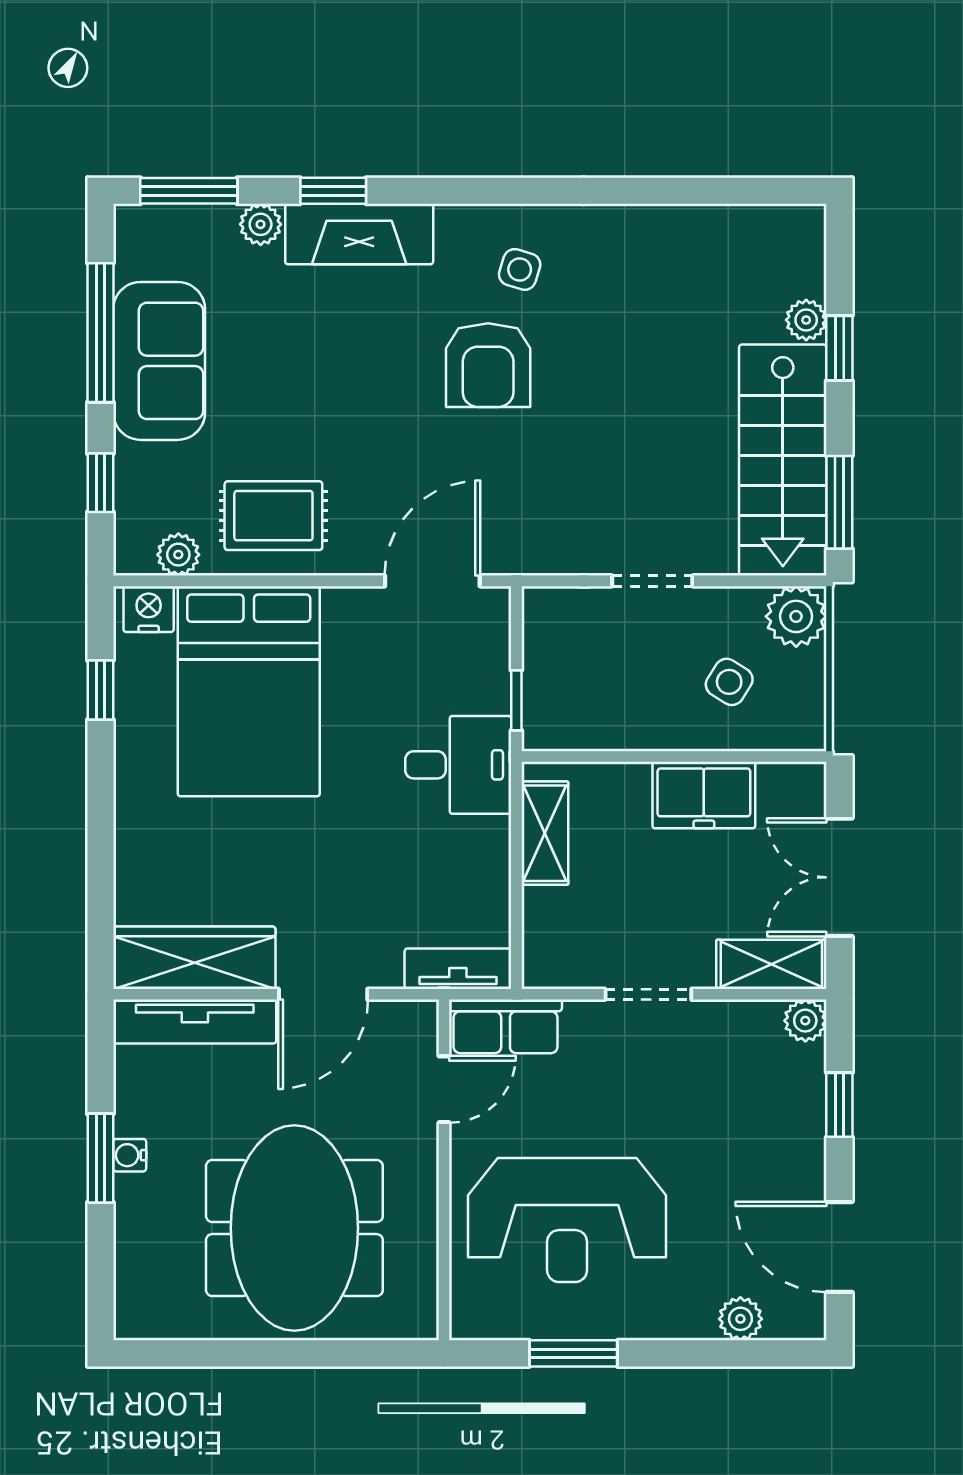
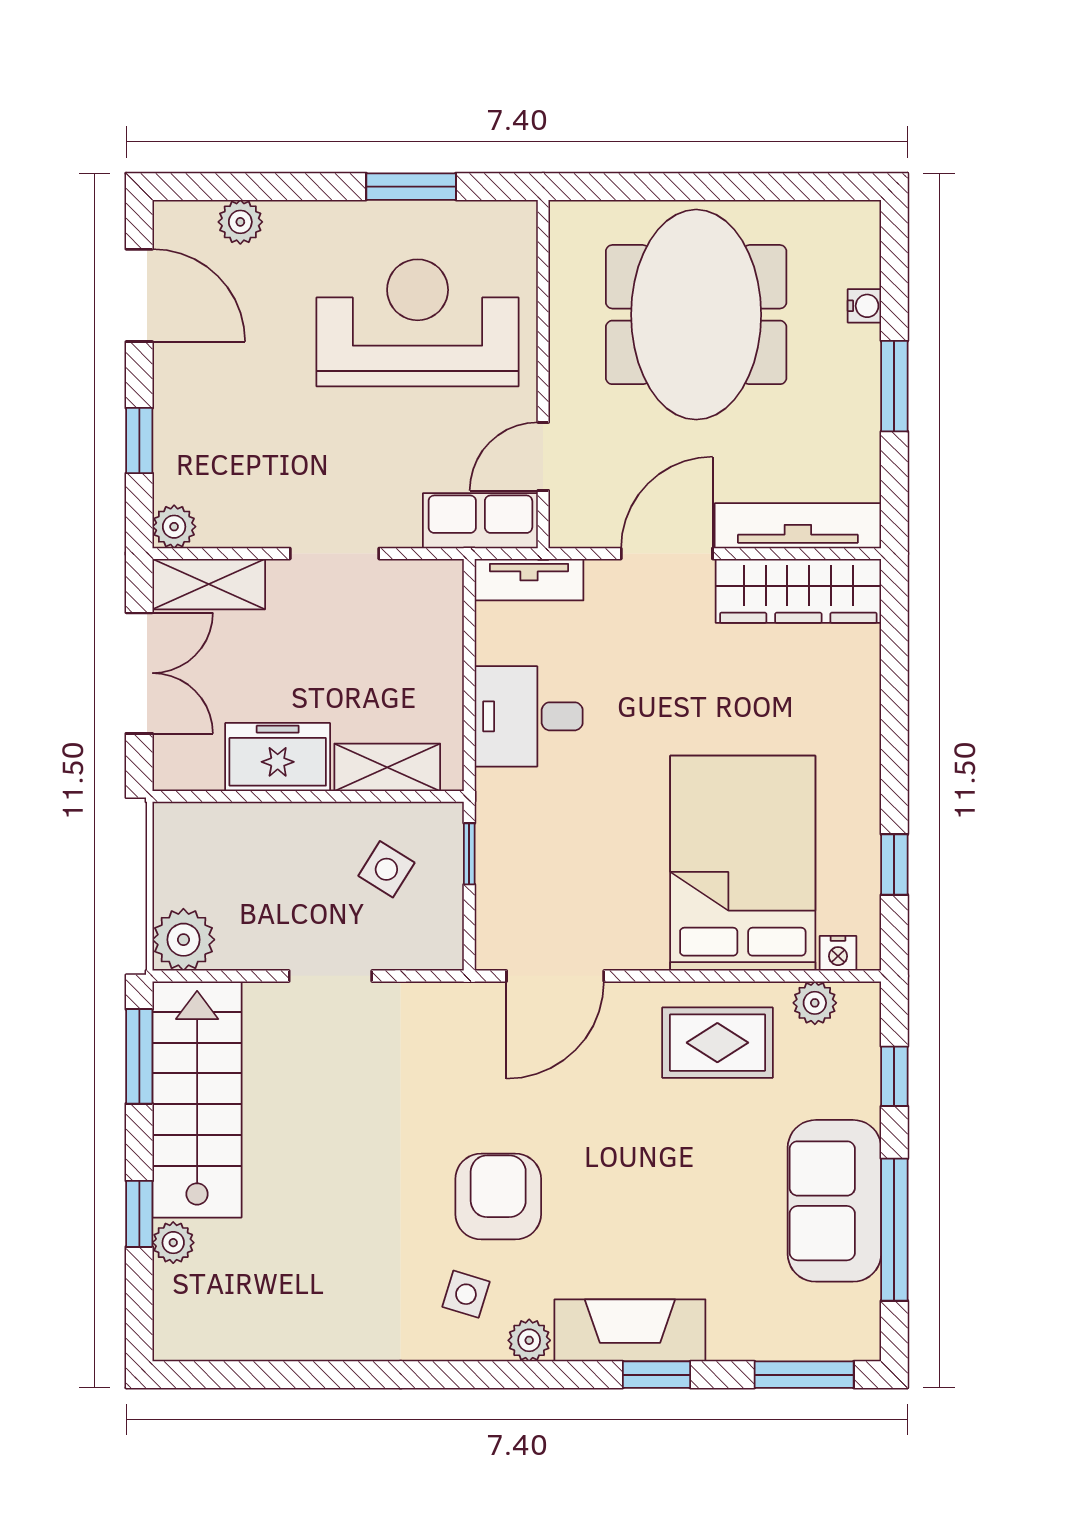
plant: (261, 224) -> (529, 1340), moved
nightstand: (149, 609) -> (838, 953), width x0.72, depth x0.74
side table: (729, 682) -> (386, 869), moved
desk: (458, 765) -> (529, 716), moved
shelving: (545, 833) -> (387, 767), moved, turned 90
water cooler: (130, 1155) -> (864, 306), moved

